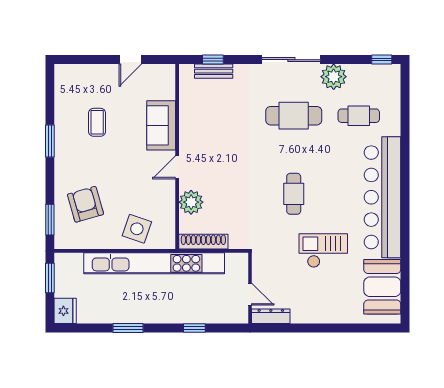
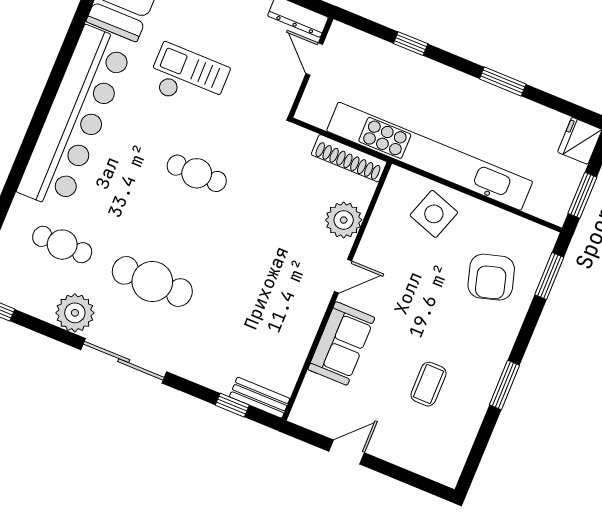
bench: (214, 71) -> (260, 398), moved
cafe table: (294, 194) -> (197, 173), turned 90
checkout: (323, 251) -> (188, 78), turned 180

